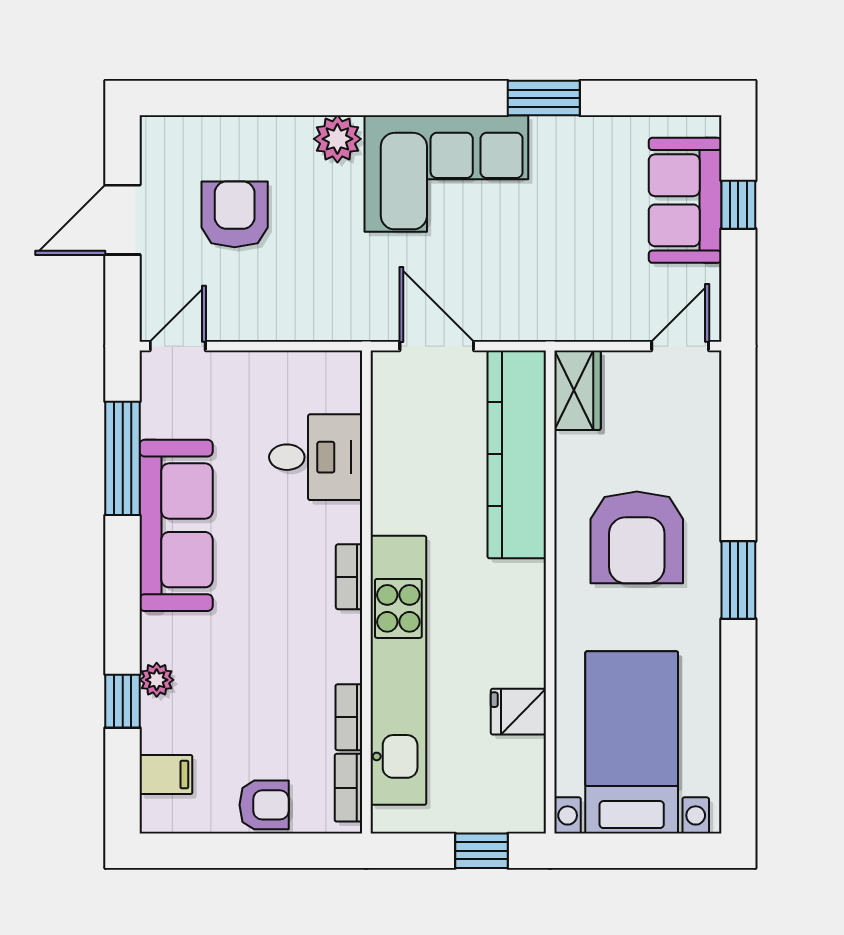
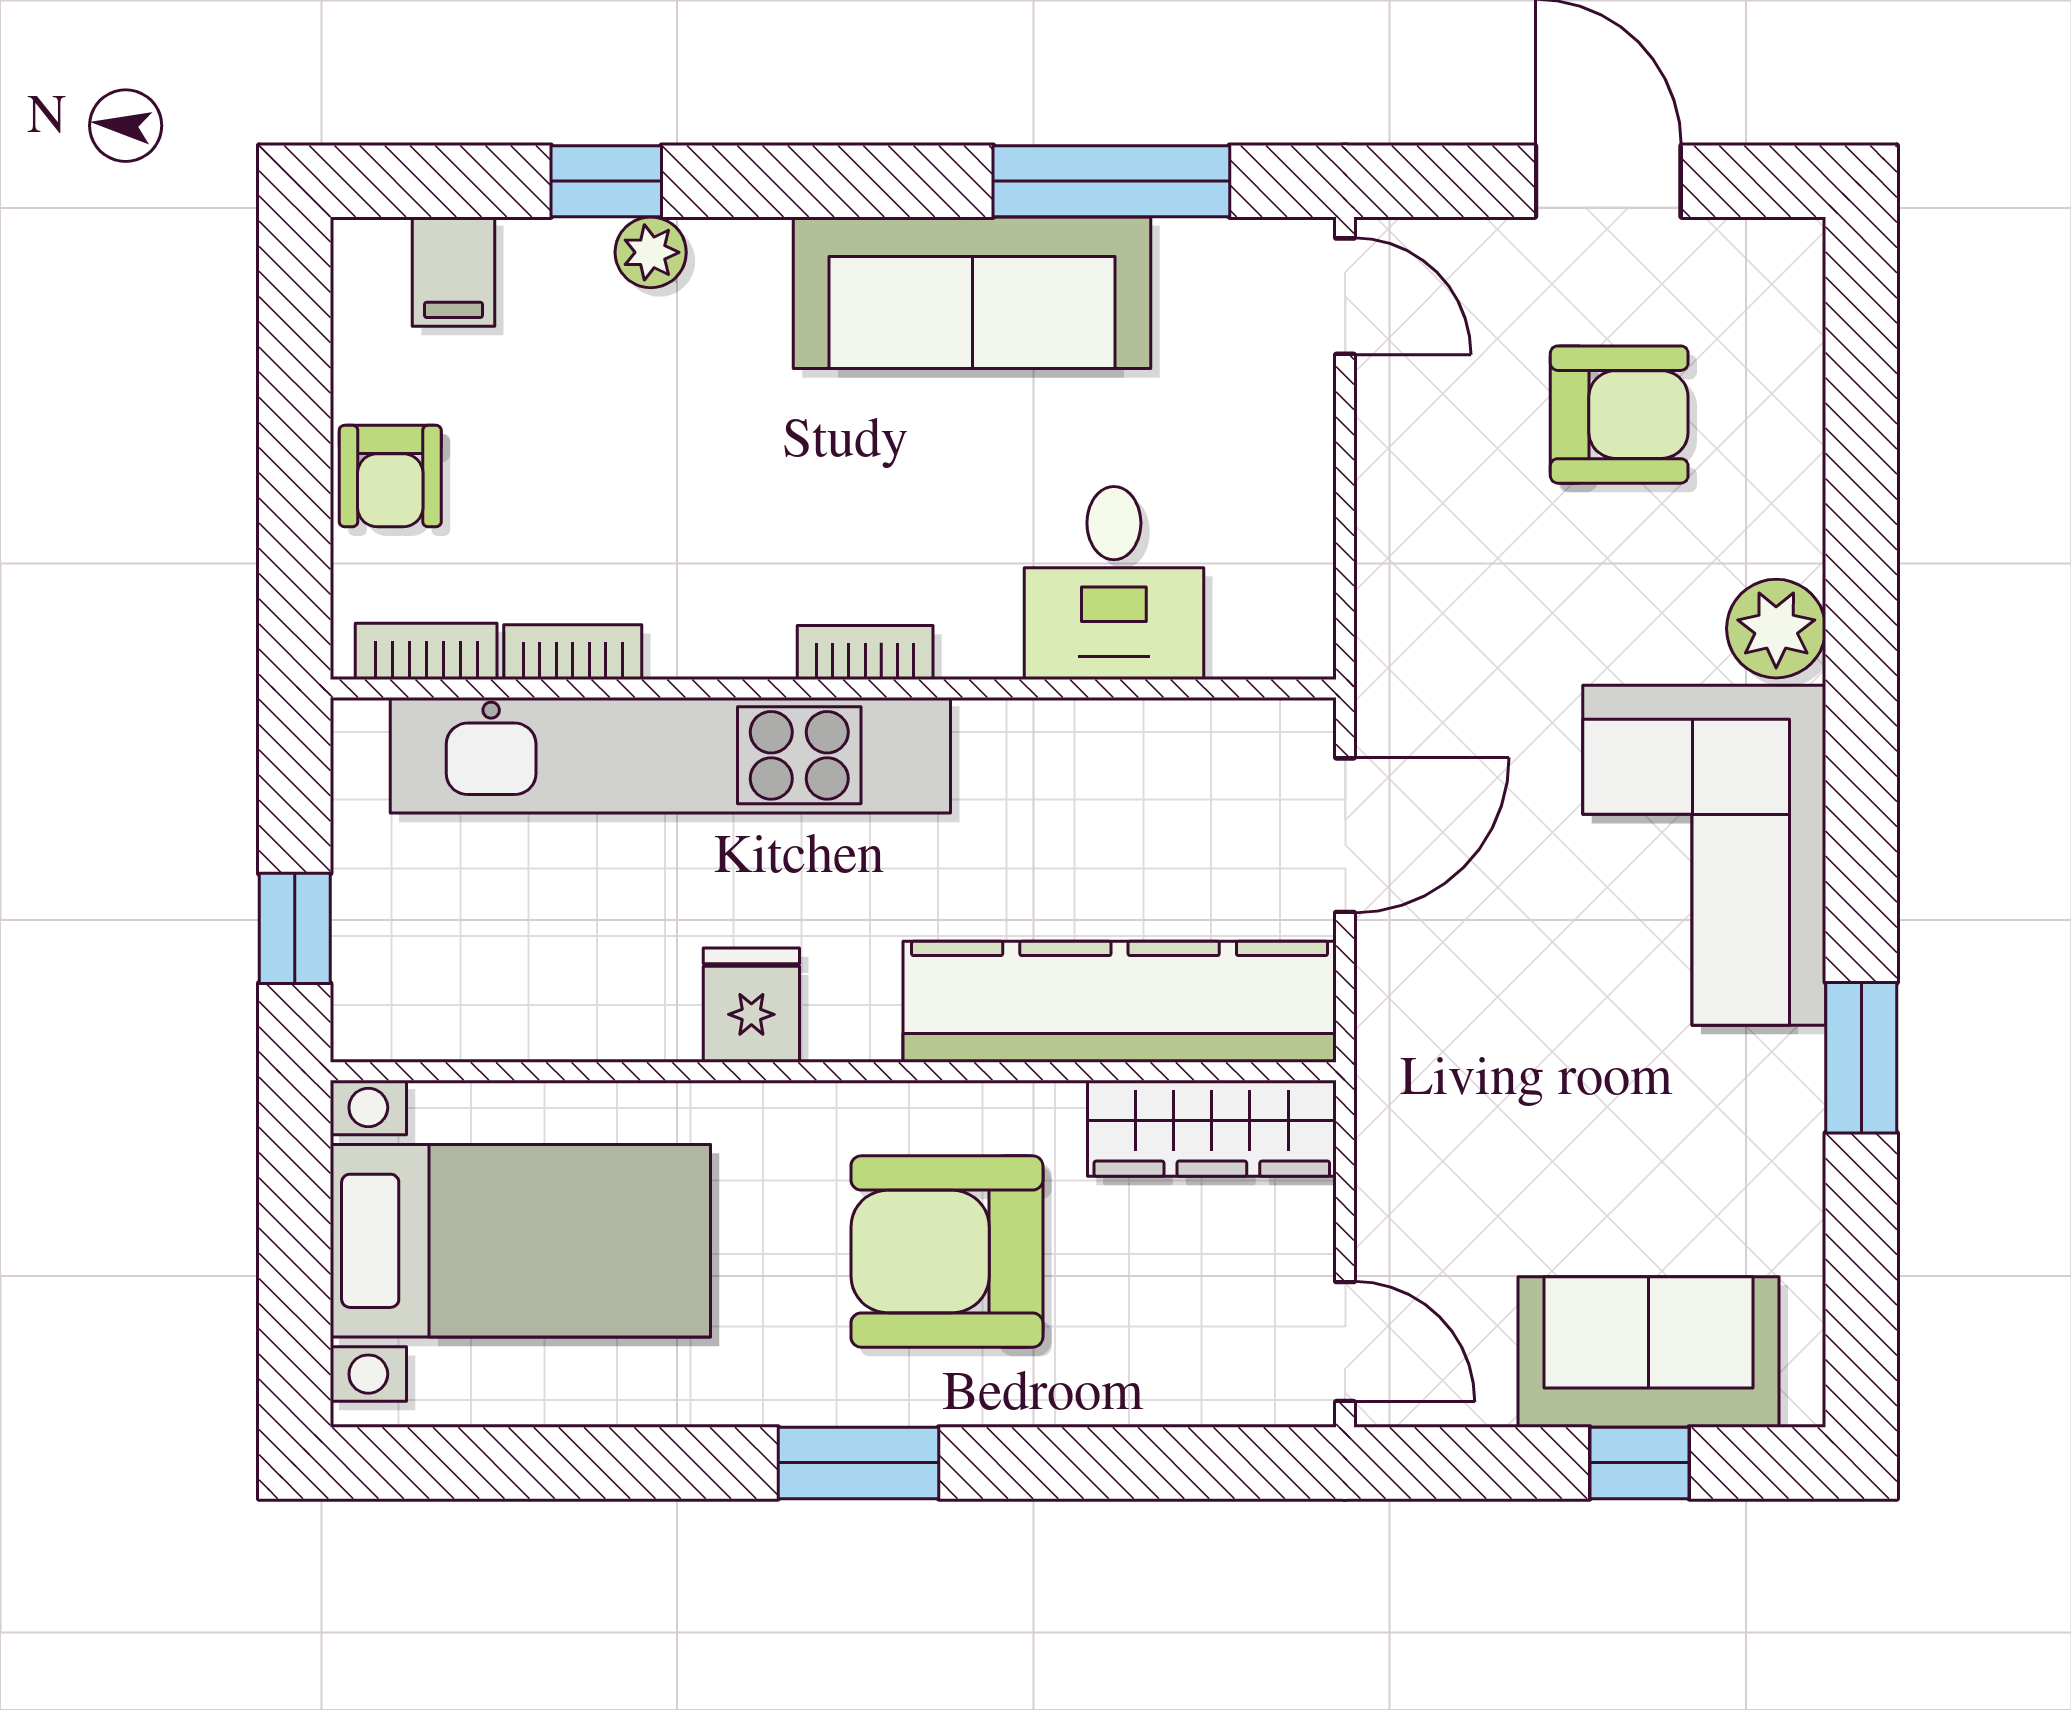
wardrobe: (578, 390) -> (1212, 1128), width x1.50
fridge: (518, 712) -> (751, 1005), moved

